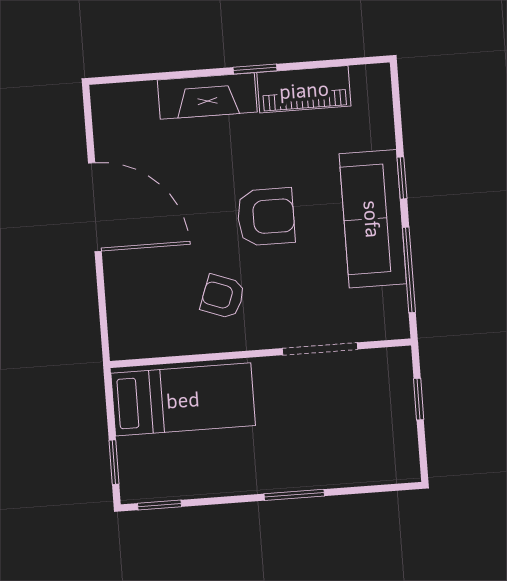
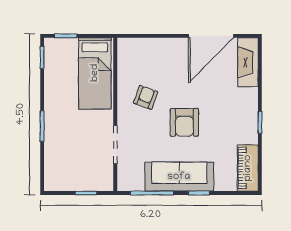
piano: (304, 89) -> (248, 168), moved
fireplace: (207, 96) -> (248, 62), moved
door: (95, 207) -> (211, 36), moved

